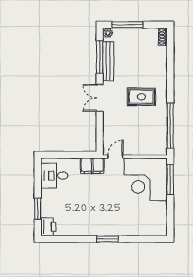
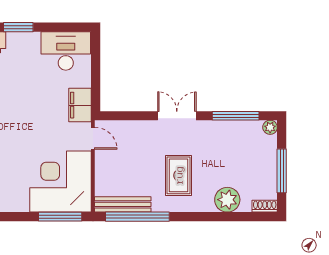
window: (127, 25) -> (282, 171), moved
bench: (108, 61) -> (123, 204), moved
plant: (158, 63) -> (227, 200), added
desk: (54, 176) -> (66, 51), width x1.37

